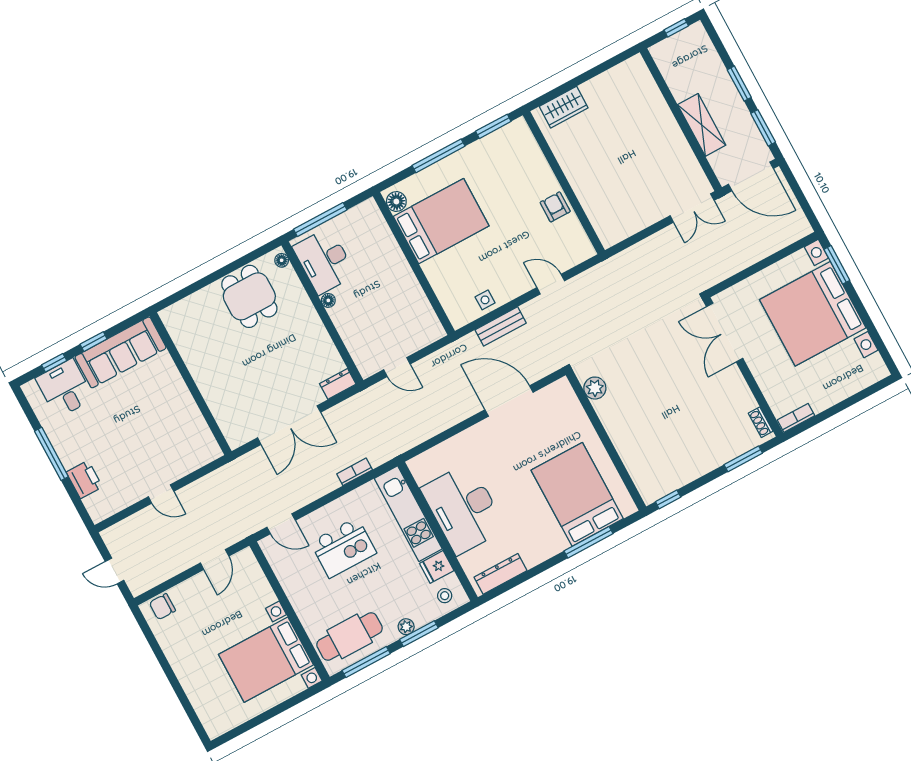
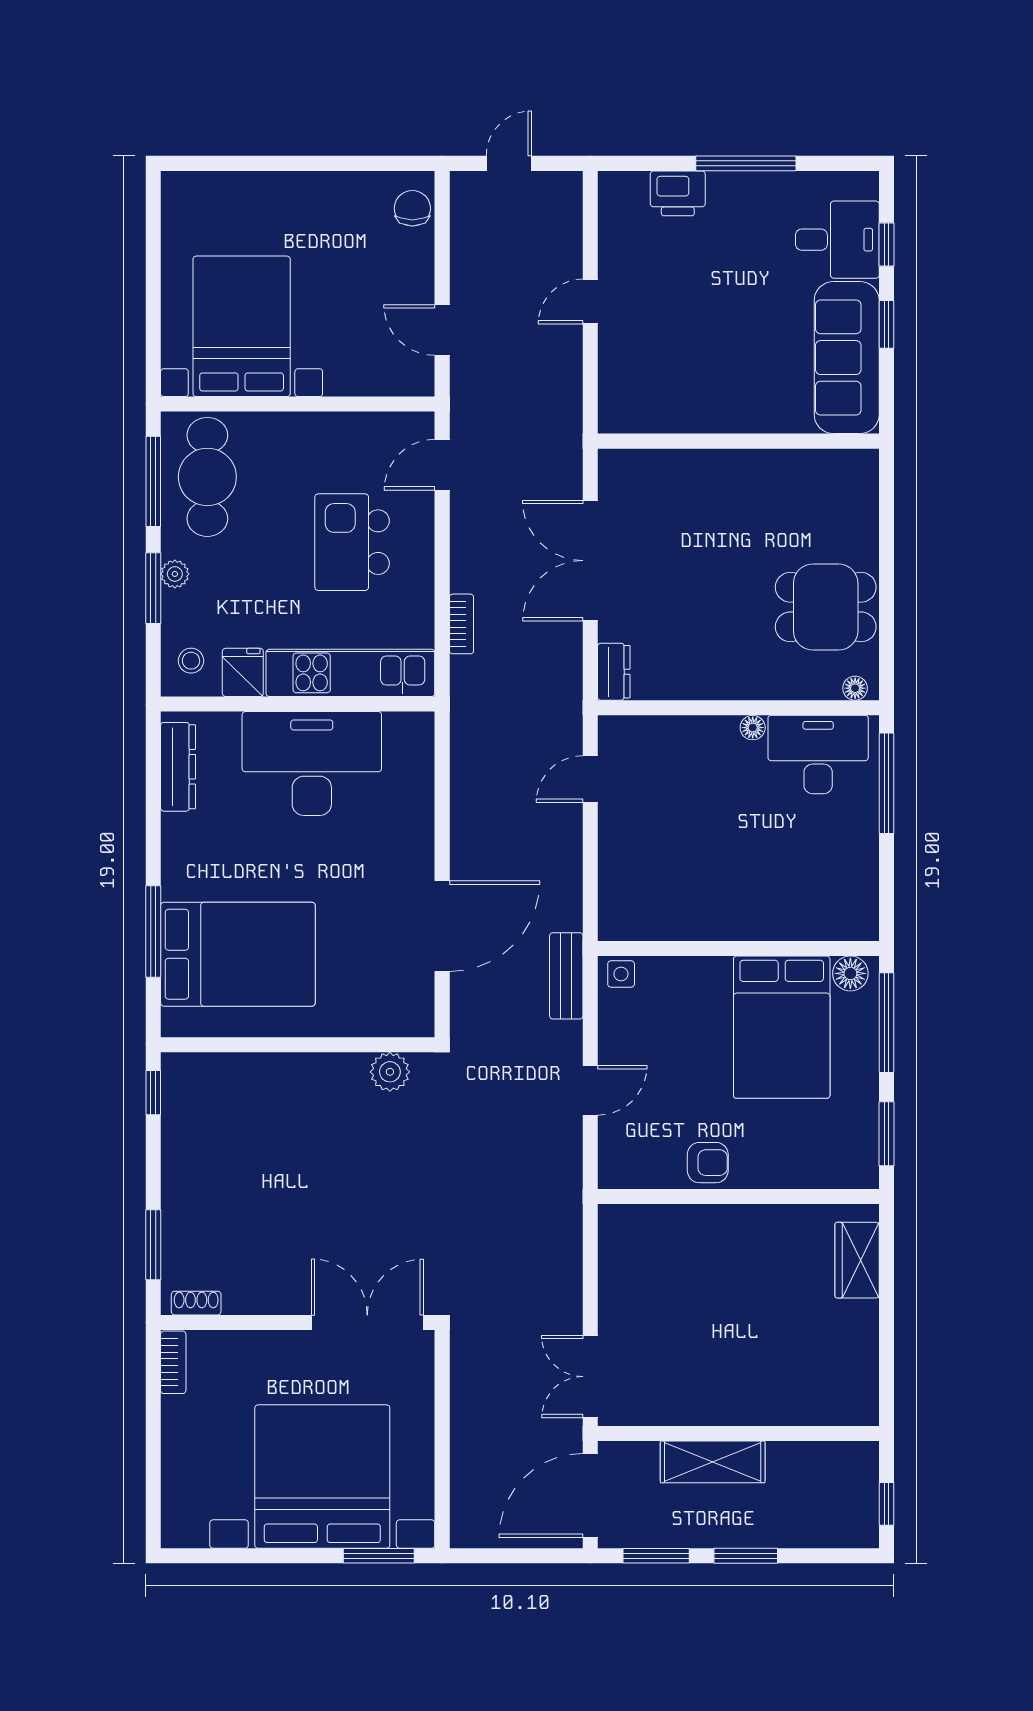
floor lamp: (396, 202) -> (850, 973), moved
bed: (441, 221) -> (782, 1027), moved
wall: (414, 264) -> (738, 948), moved

